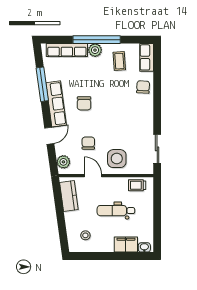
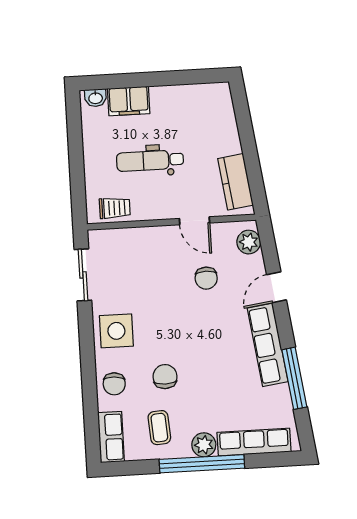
chair: (84, 103) -> (165, 377), moved
side table: (117, 159) -> (116, 331), moved
dental chair: (116, 211) -> (150, 161), turned 180
stool: (85, 235) -> (202, 113), removed

